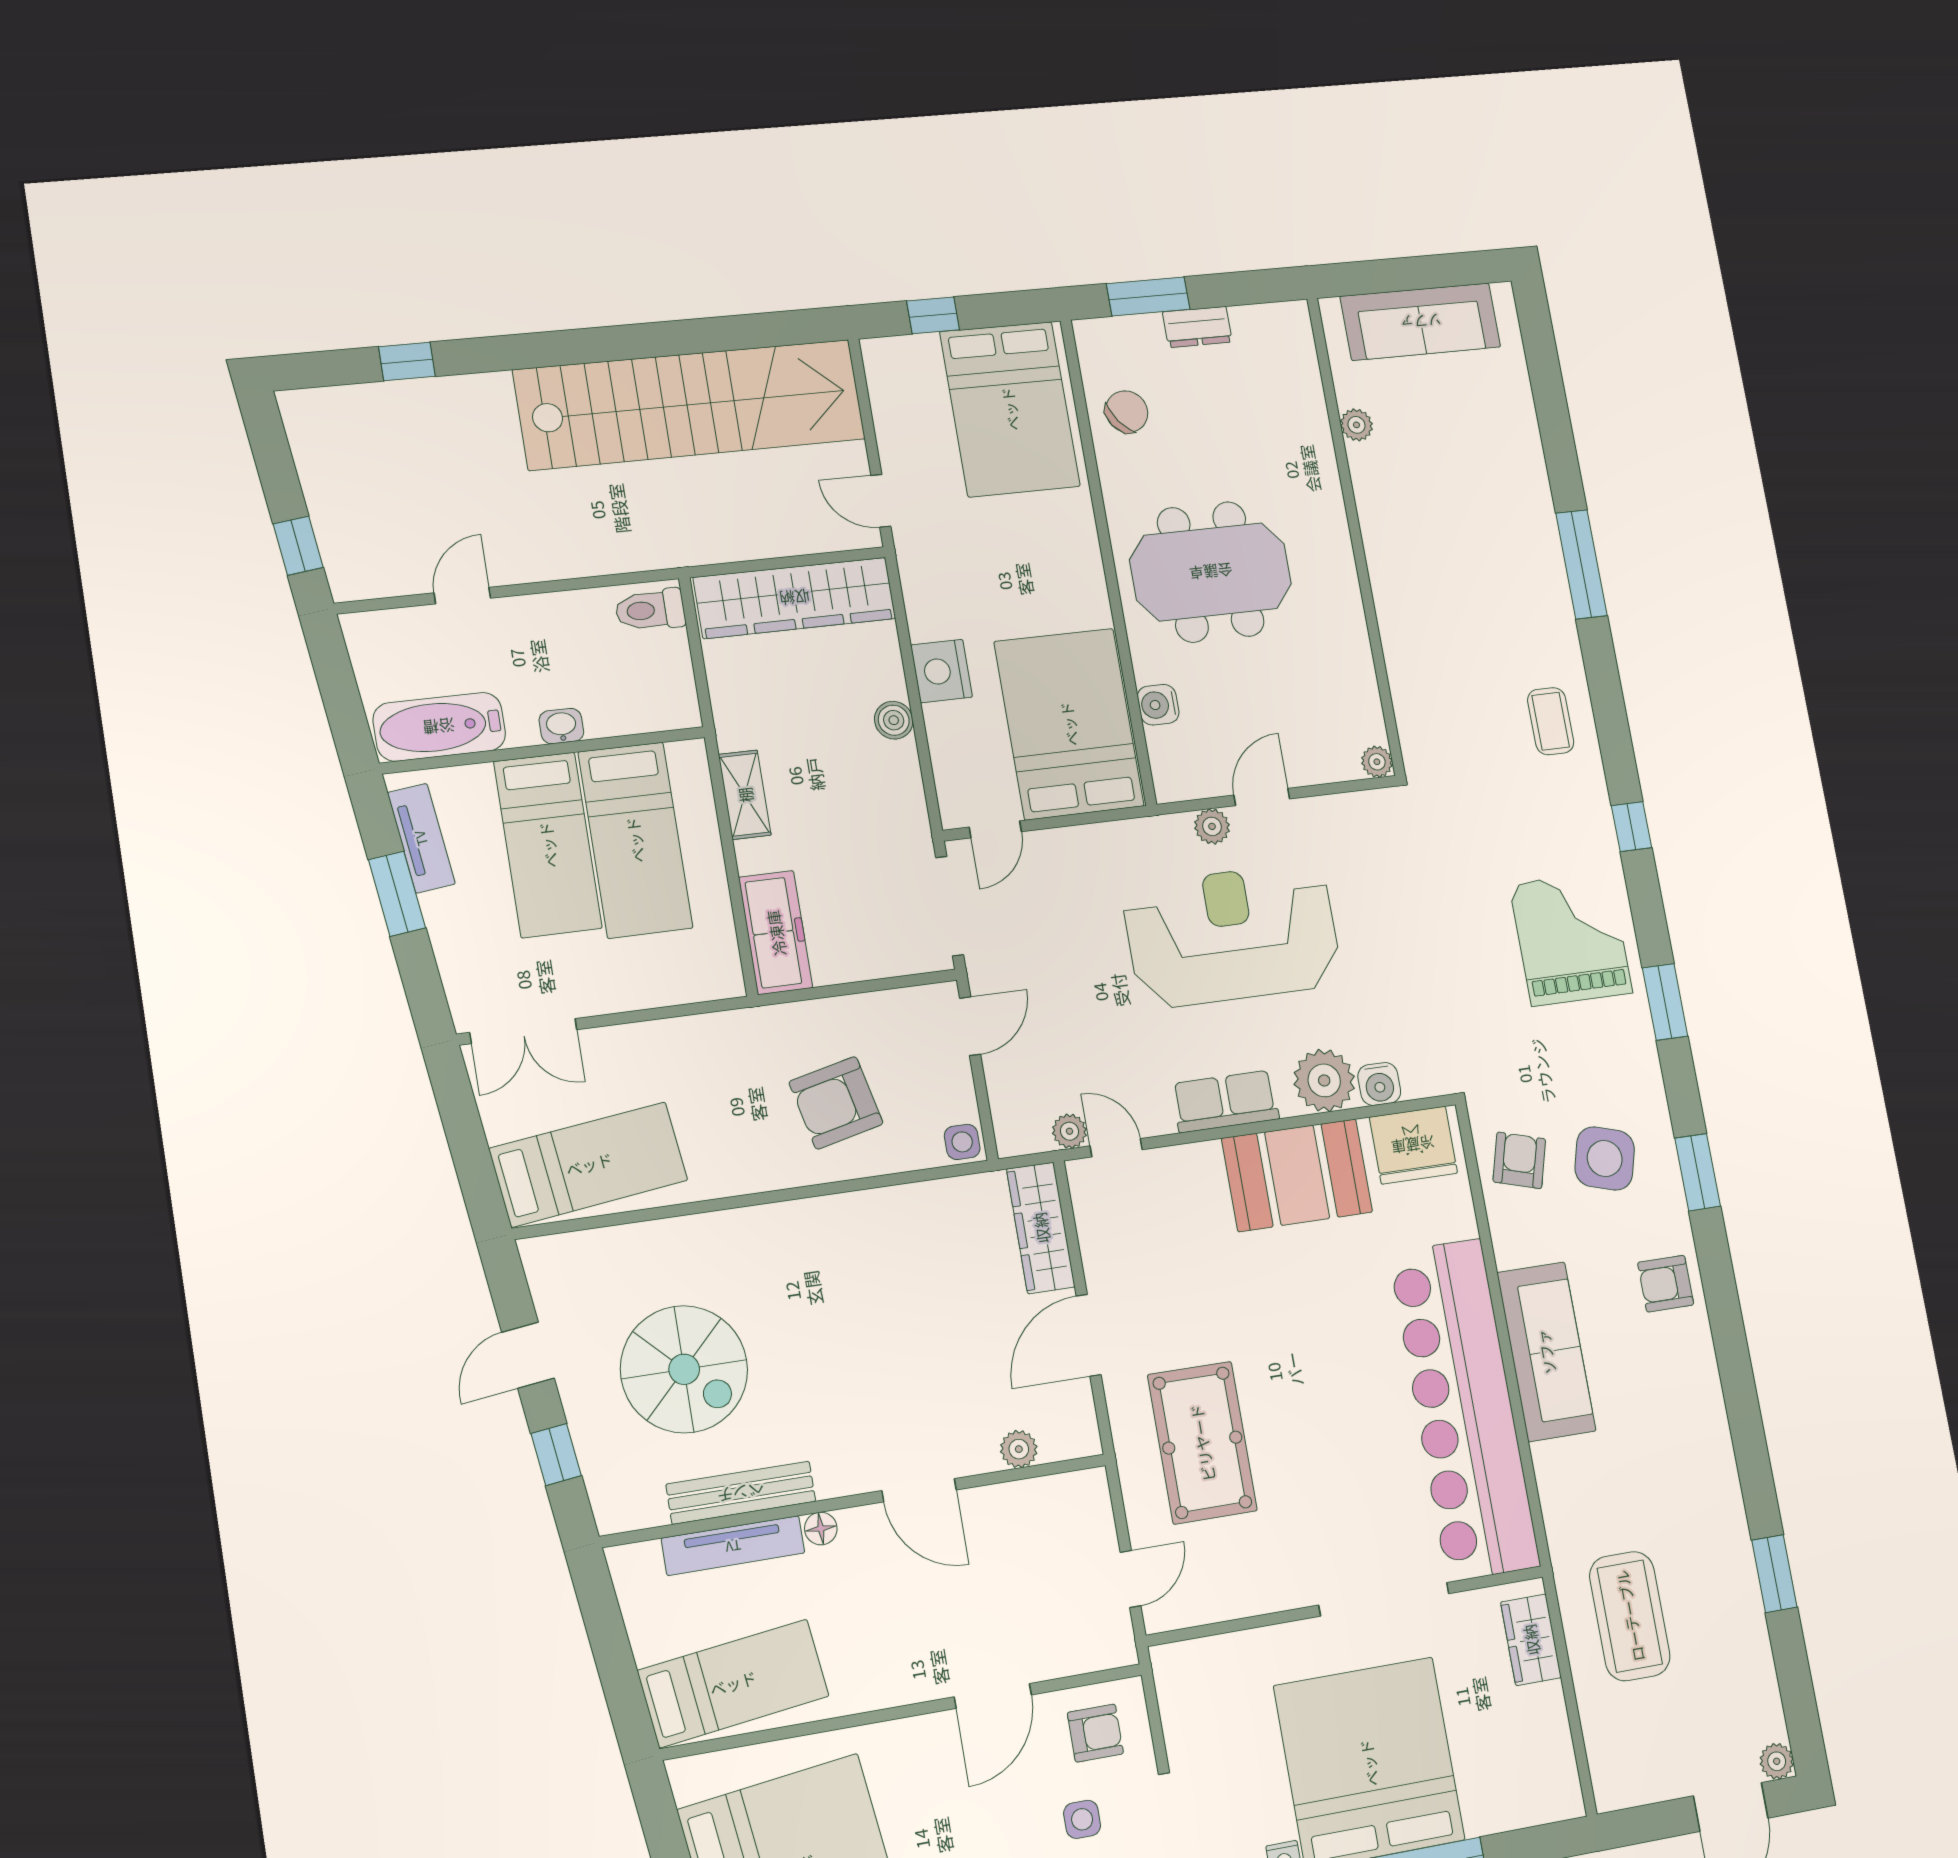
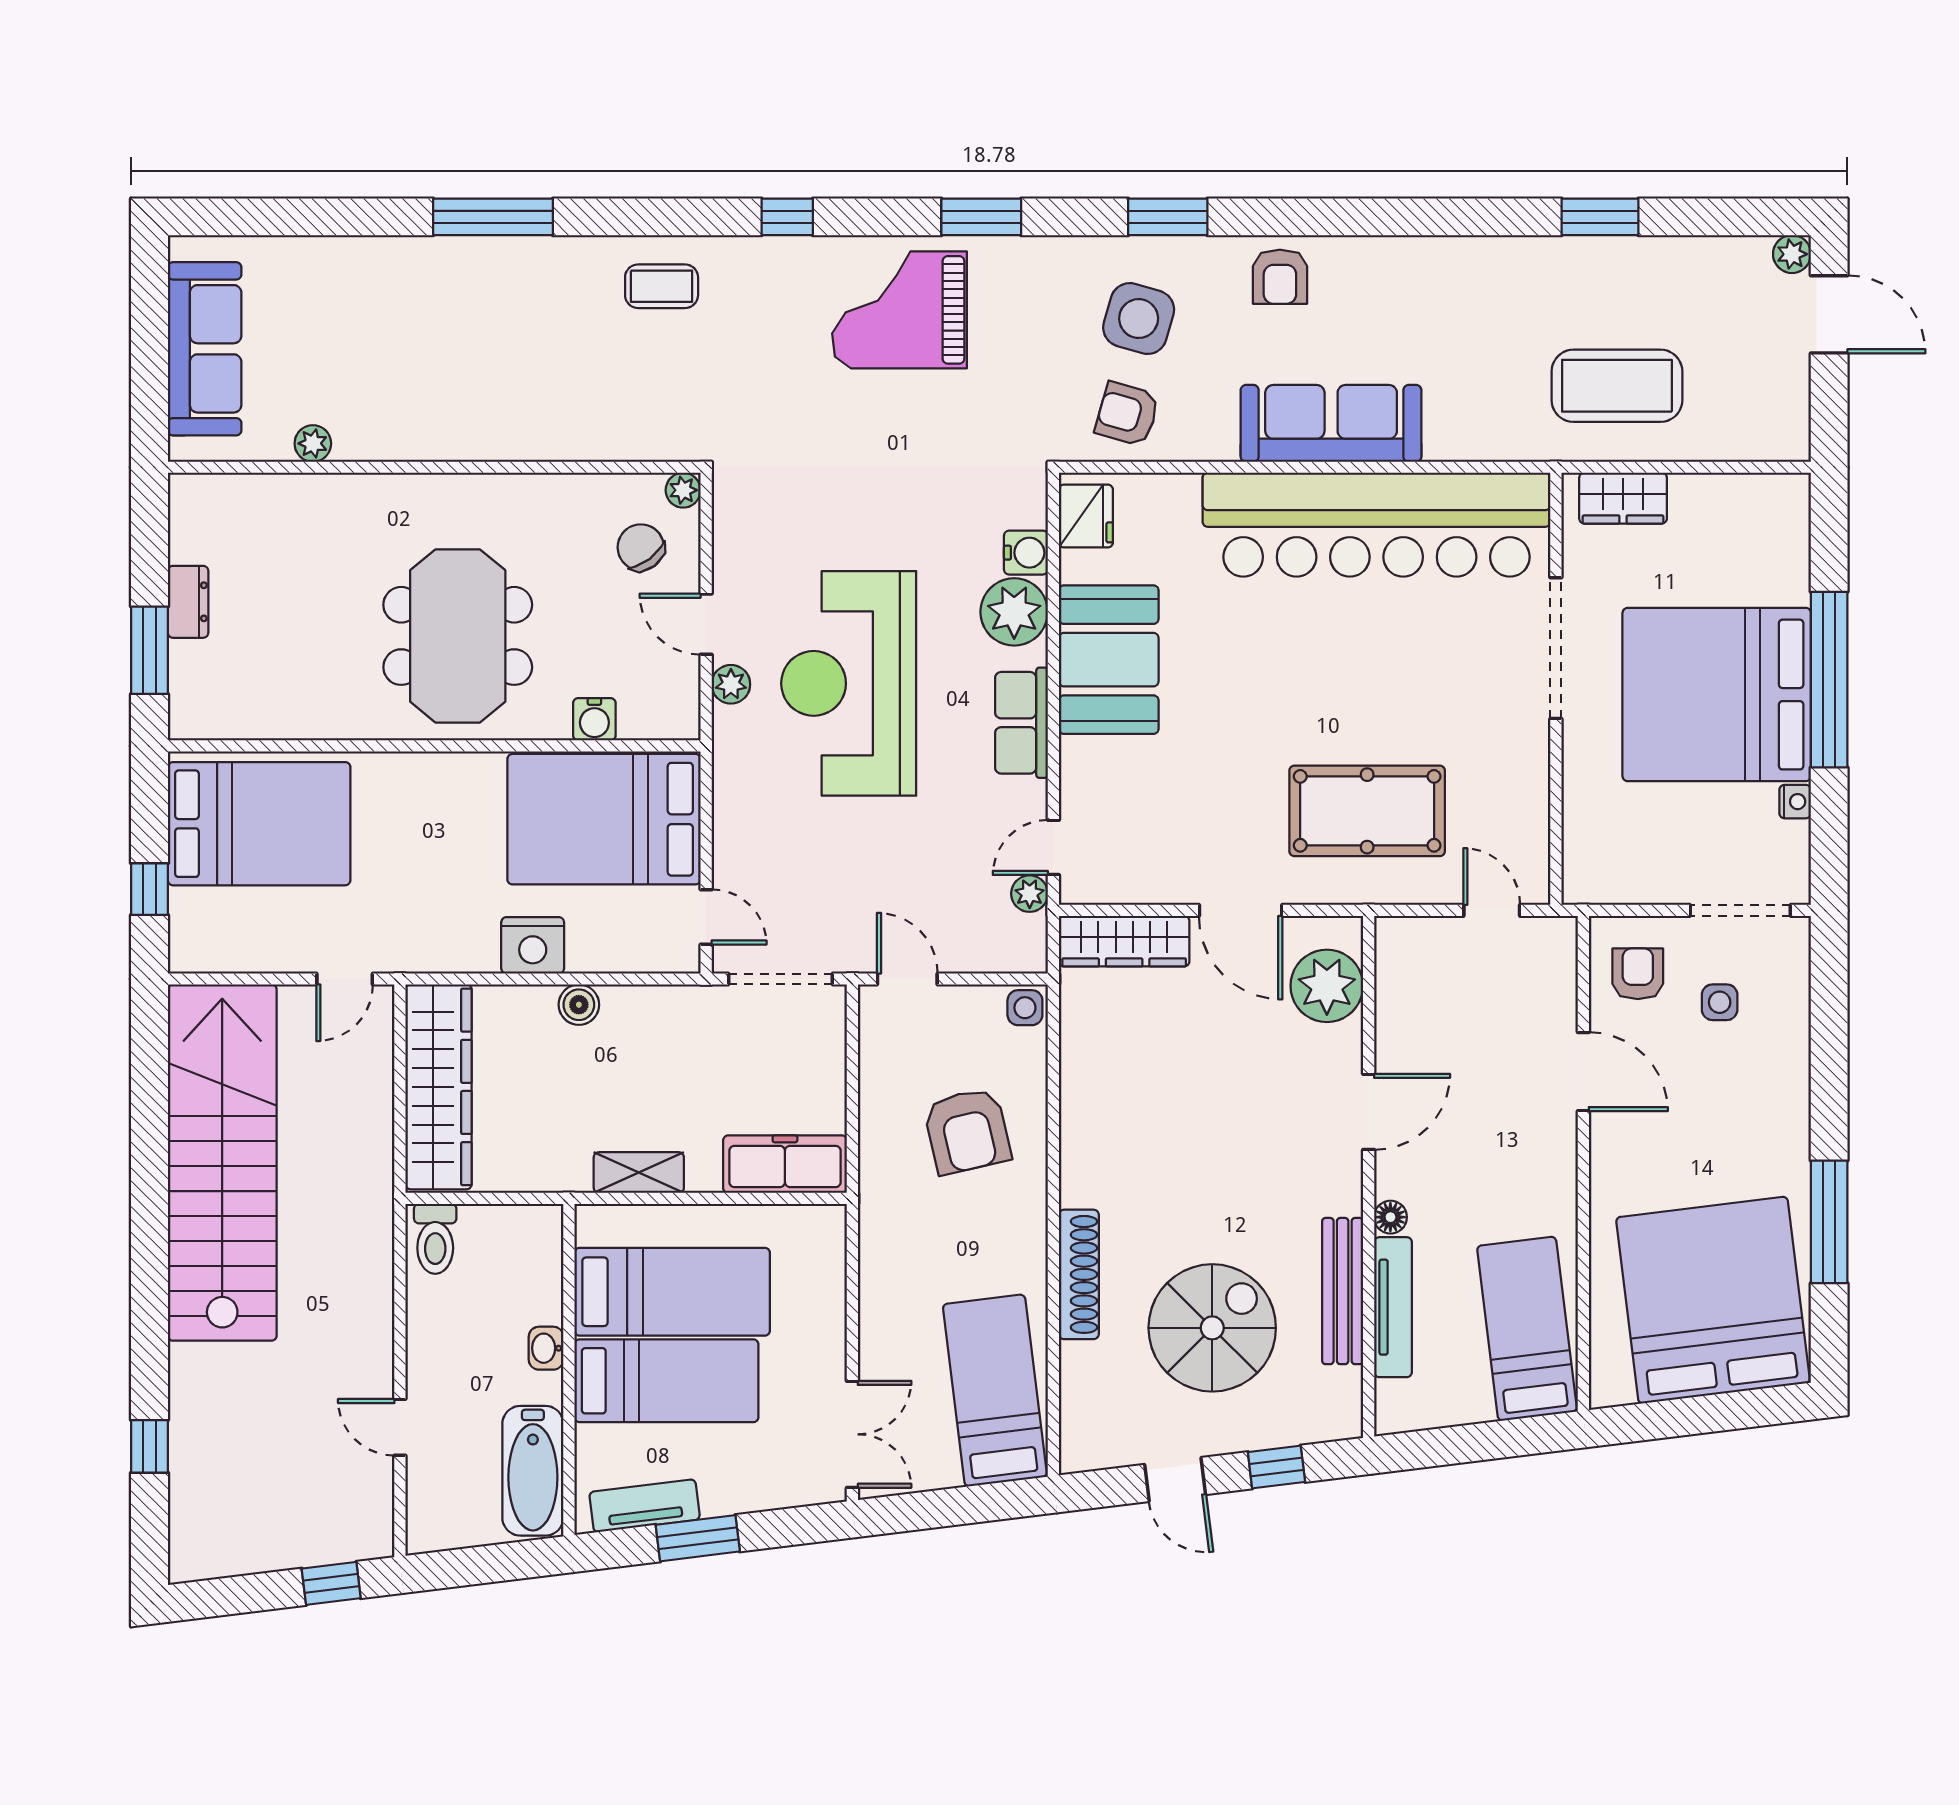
chair: (1127, 412) -> (641, 547), moved
fridge: (1413, 1145) -> (1086, 516), width x0.73, depth x0.75
shoe rack: (715, 1230) -> (1079, 1274), added
plant: (1019, 1449) -> (1327, 986), width x1.87, depth x1.87

